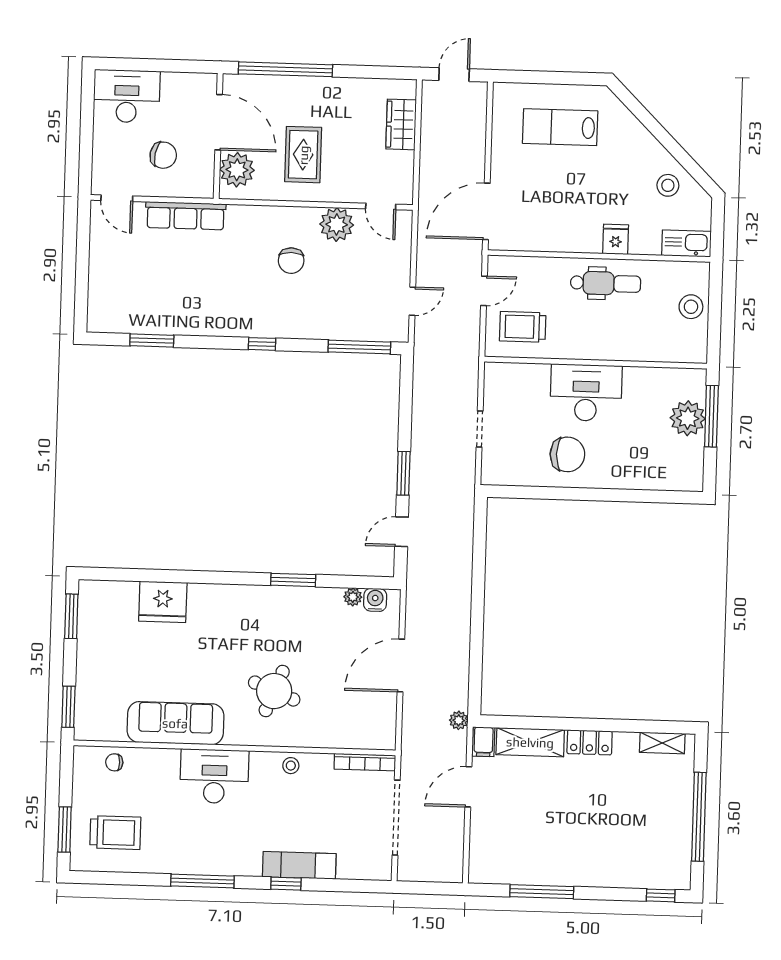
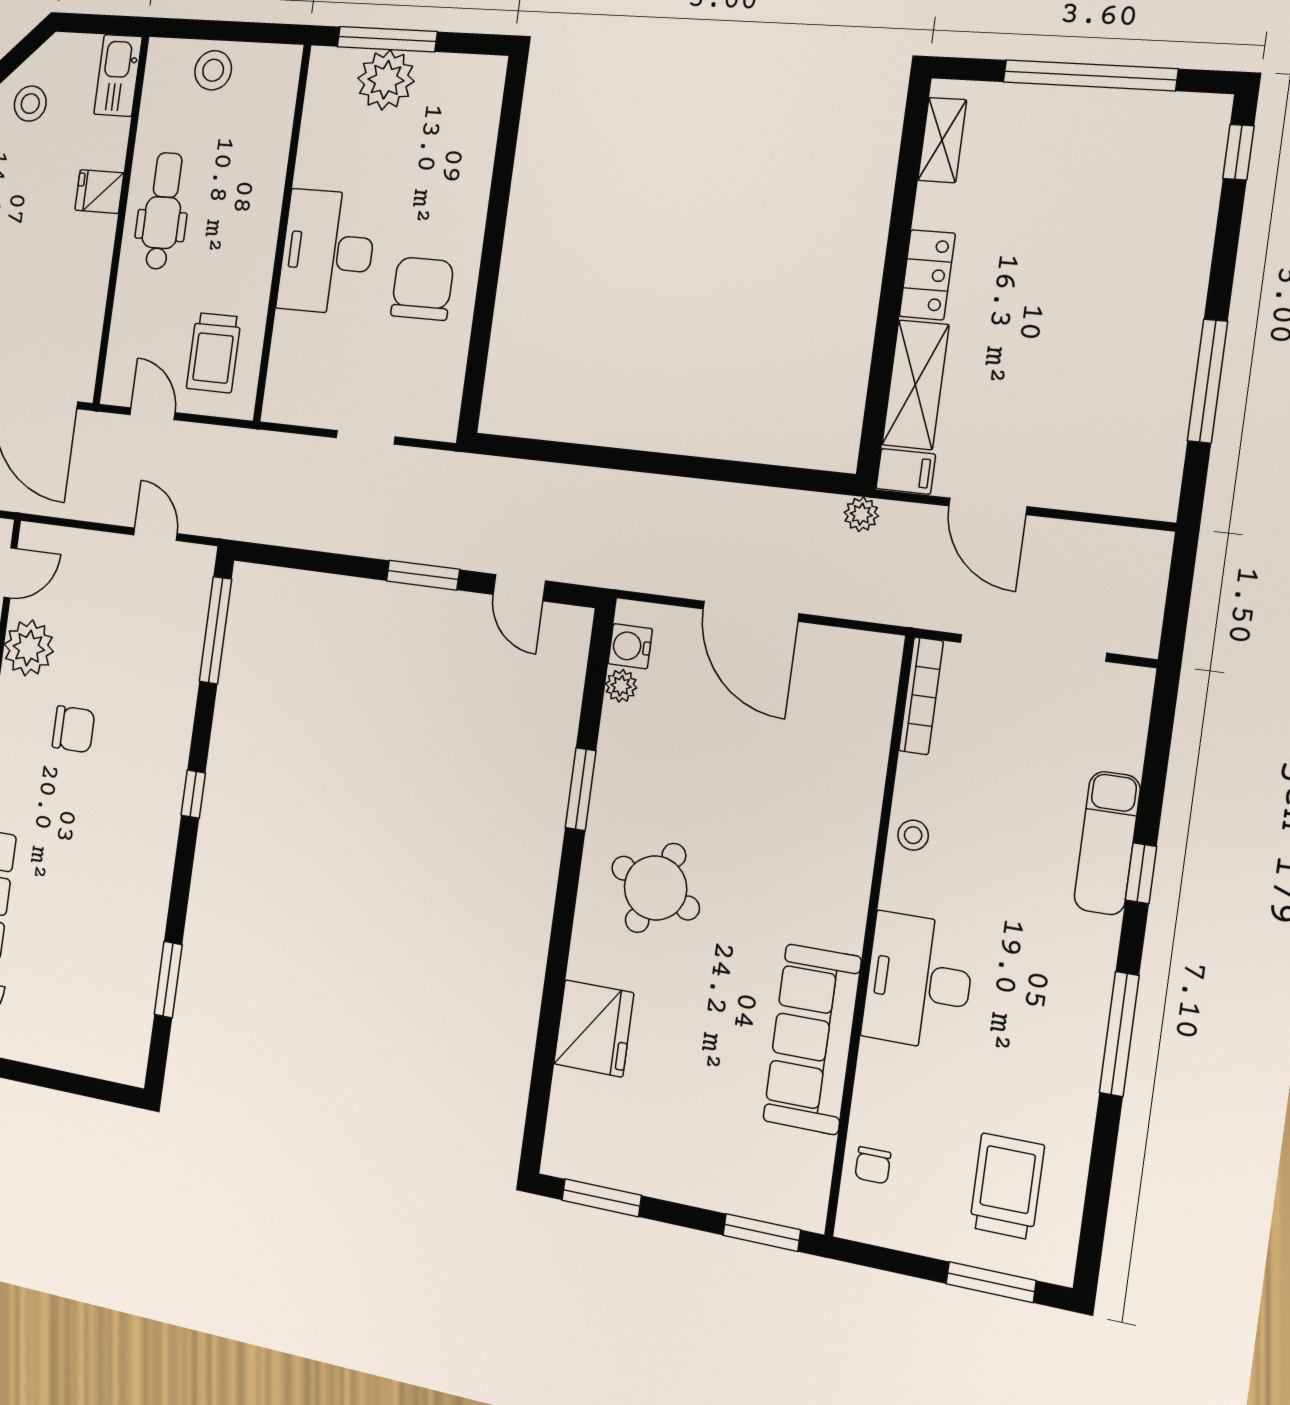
round table: (274, 691) -> (655, 888), moved

